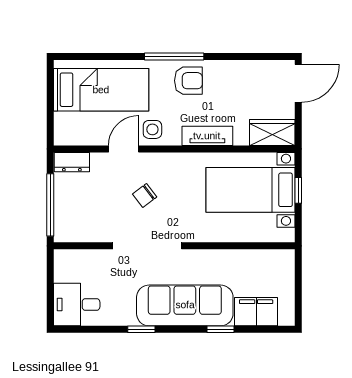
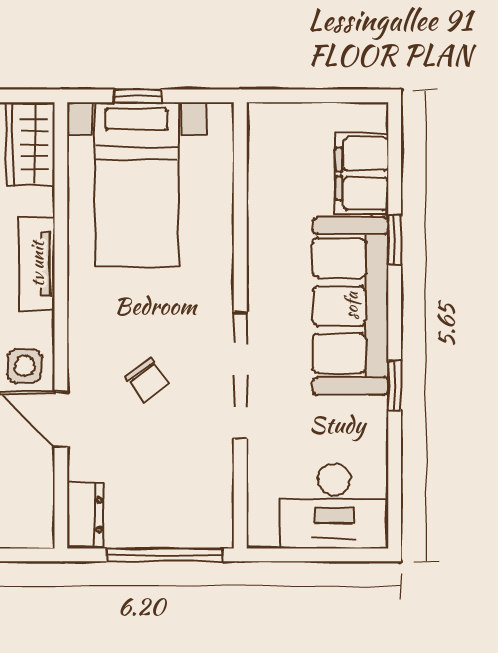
desk: (77, 304) -> (334, 506), width x1.37

